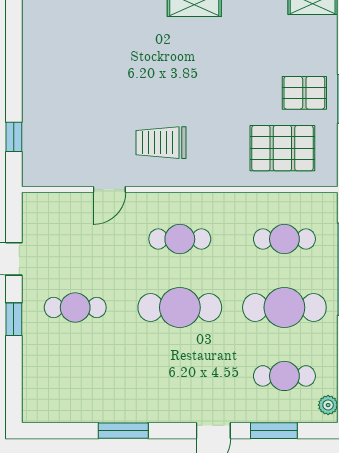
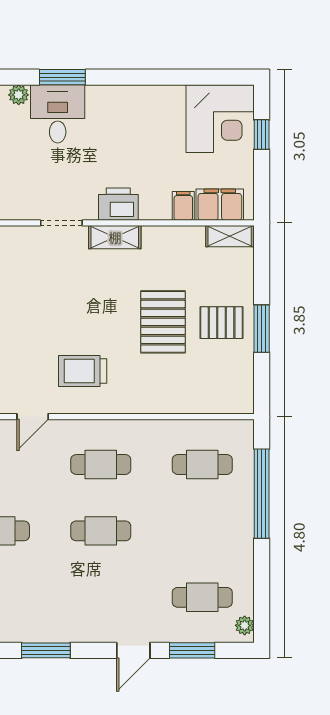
pallet: (282, 148) -> (163, 322), moved, turned 90
cafe table: (180, 307) -> (101, 531), width x0.73, depth x0.74
cafe table: (284, 307) -> (202, 531), removed

